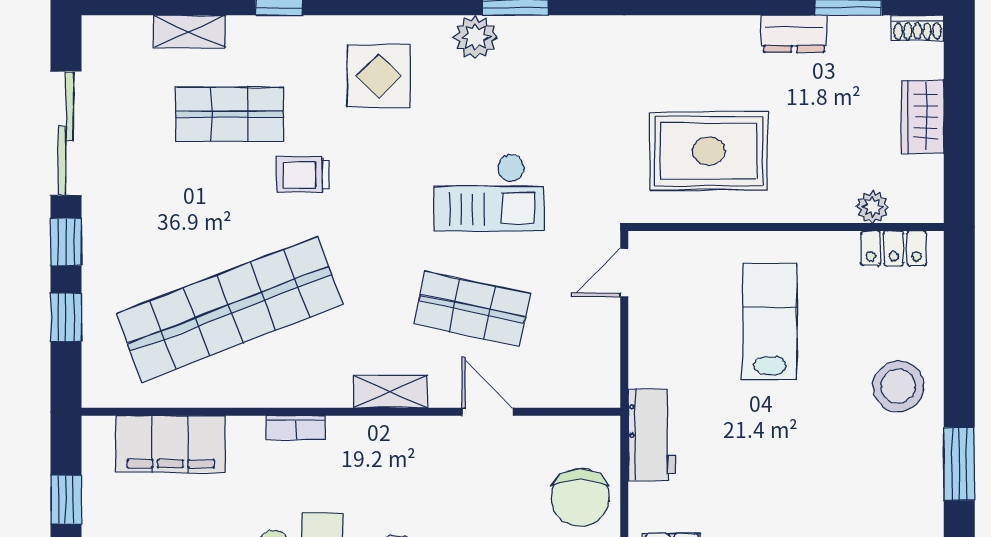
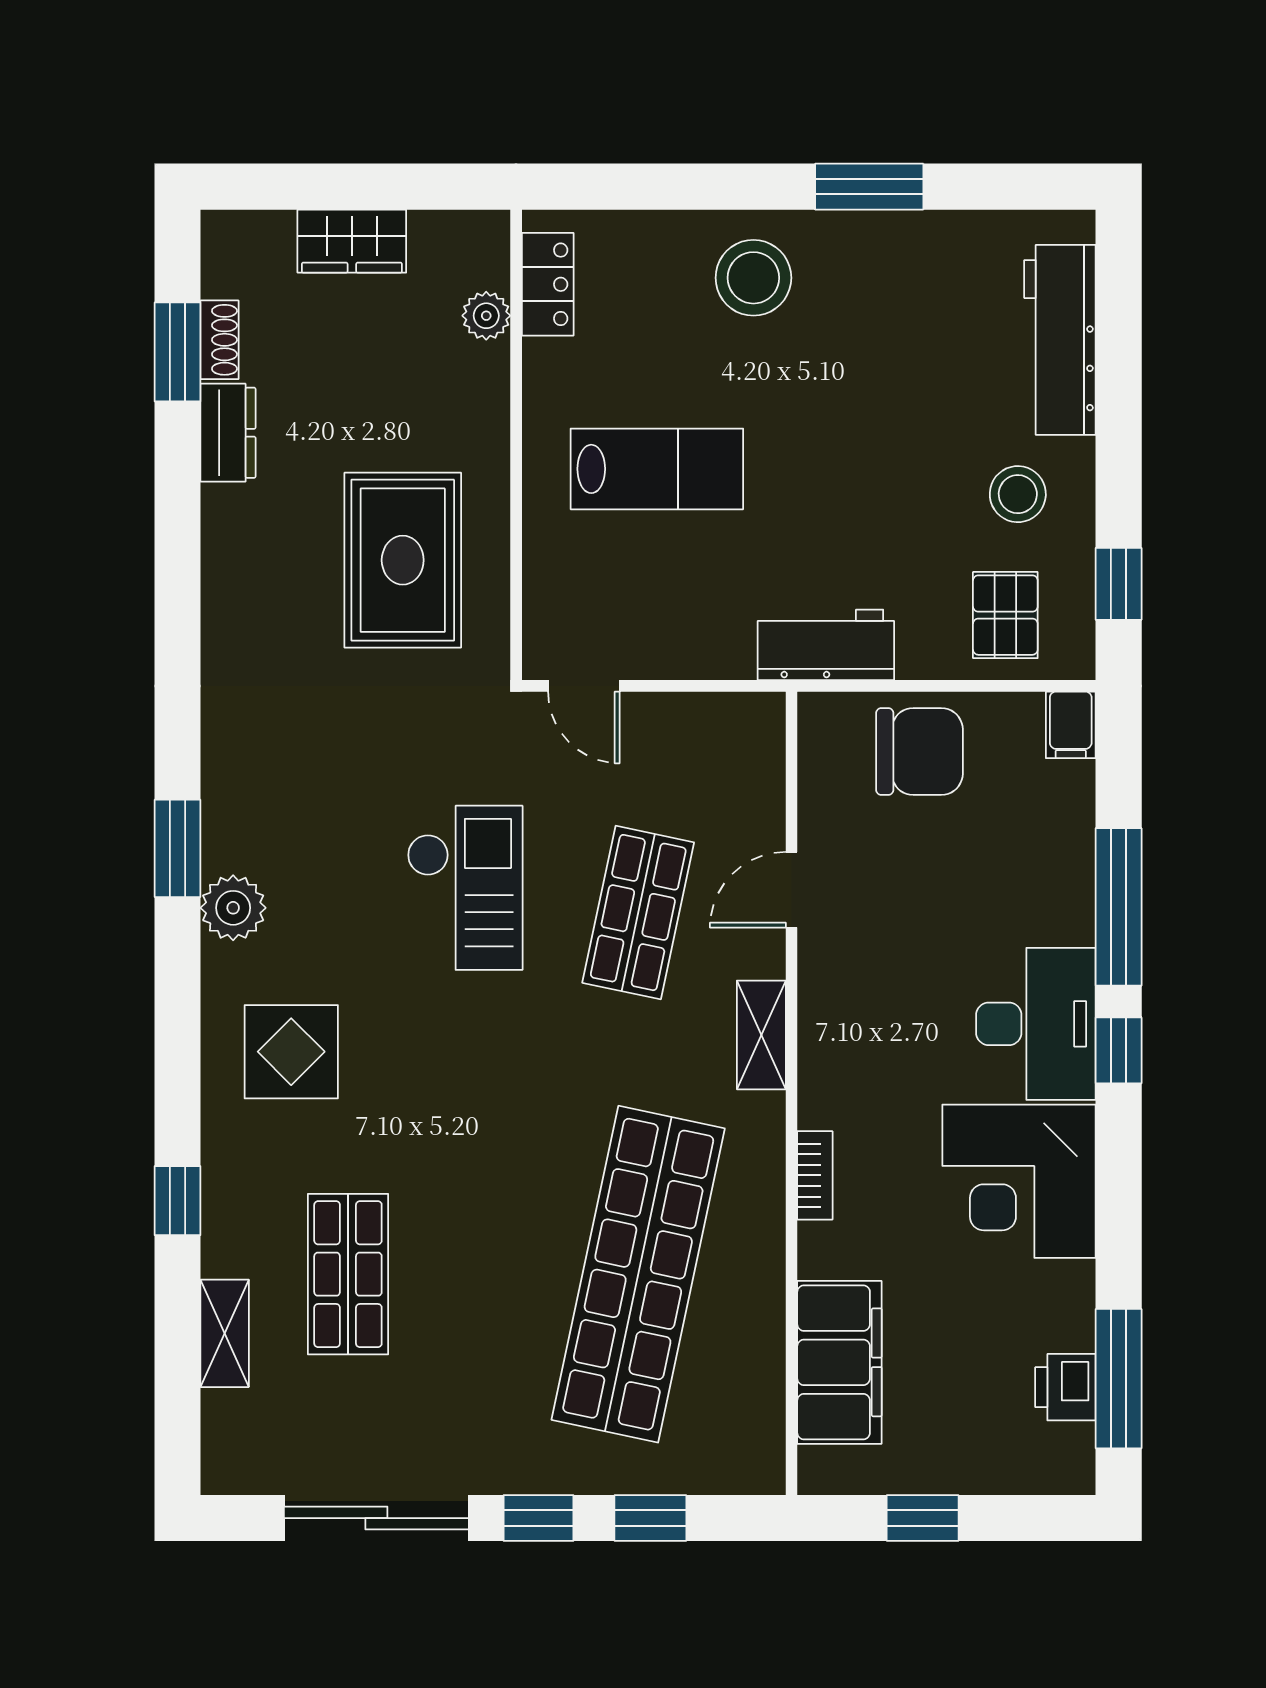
shoe rack: (917, 28) -> (220, 340), moved
trolley: (303, 175) -> (438, 1165), removed
shop shelf: (230, 309) -> (638, 1274), turned 33
lab bench: (770, 321) -> (657, 469), turned 180

